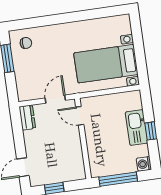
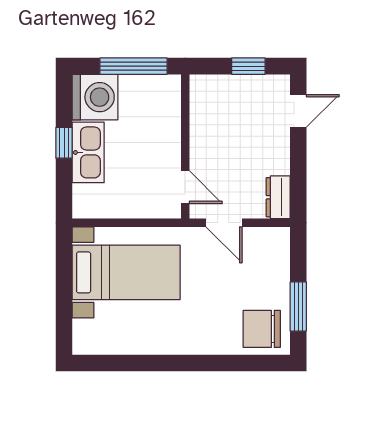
chair: (26, 43) -> (262, 329), width x1.87, depth x1.87
door: (55, 99) -> (224, 223), hinge flipped
washing machine: (144, 164) -> (95, 97), width x1.89, depth x1.89

